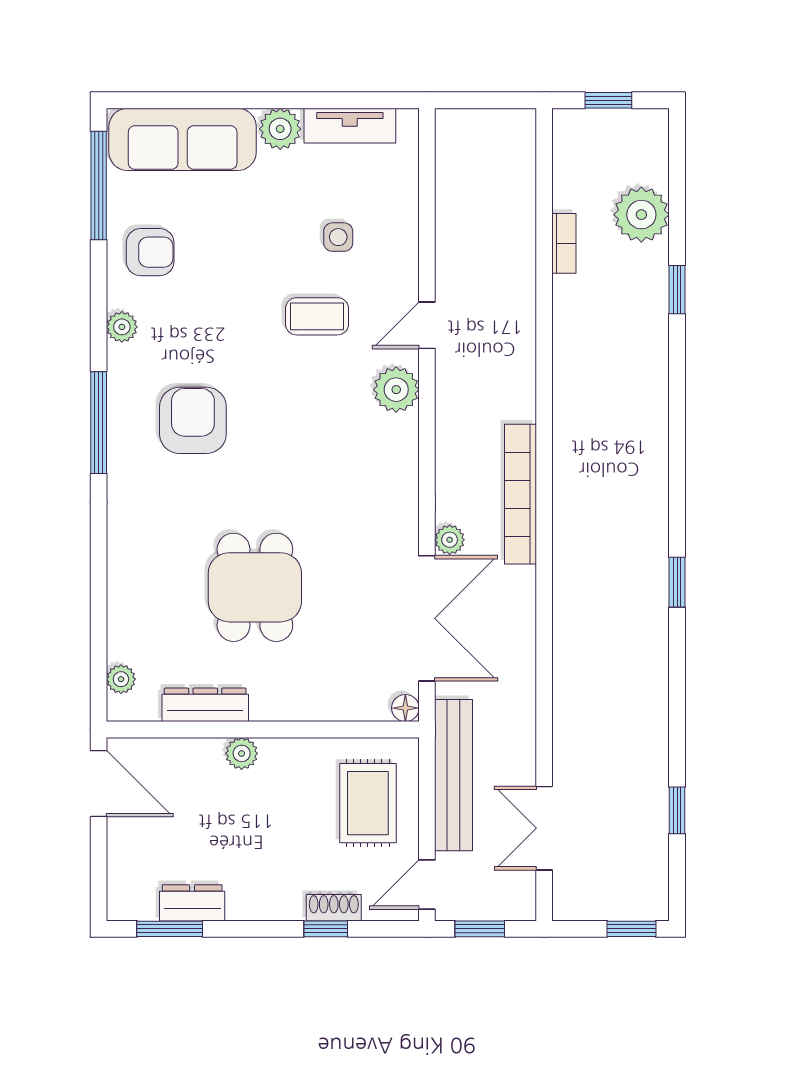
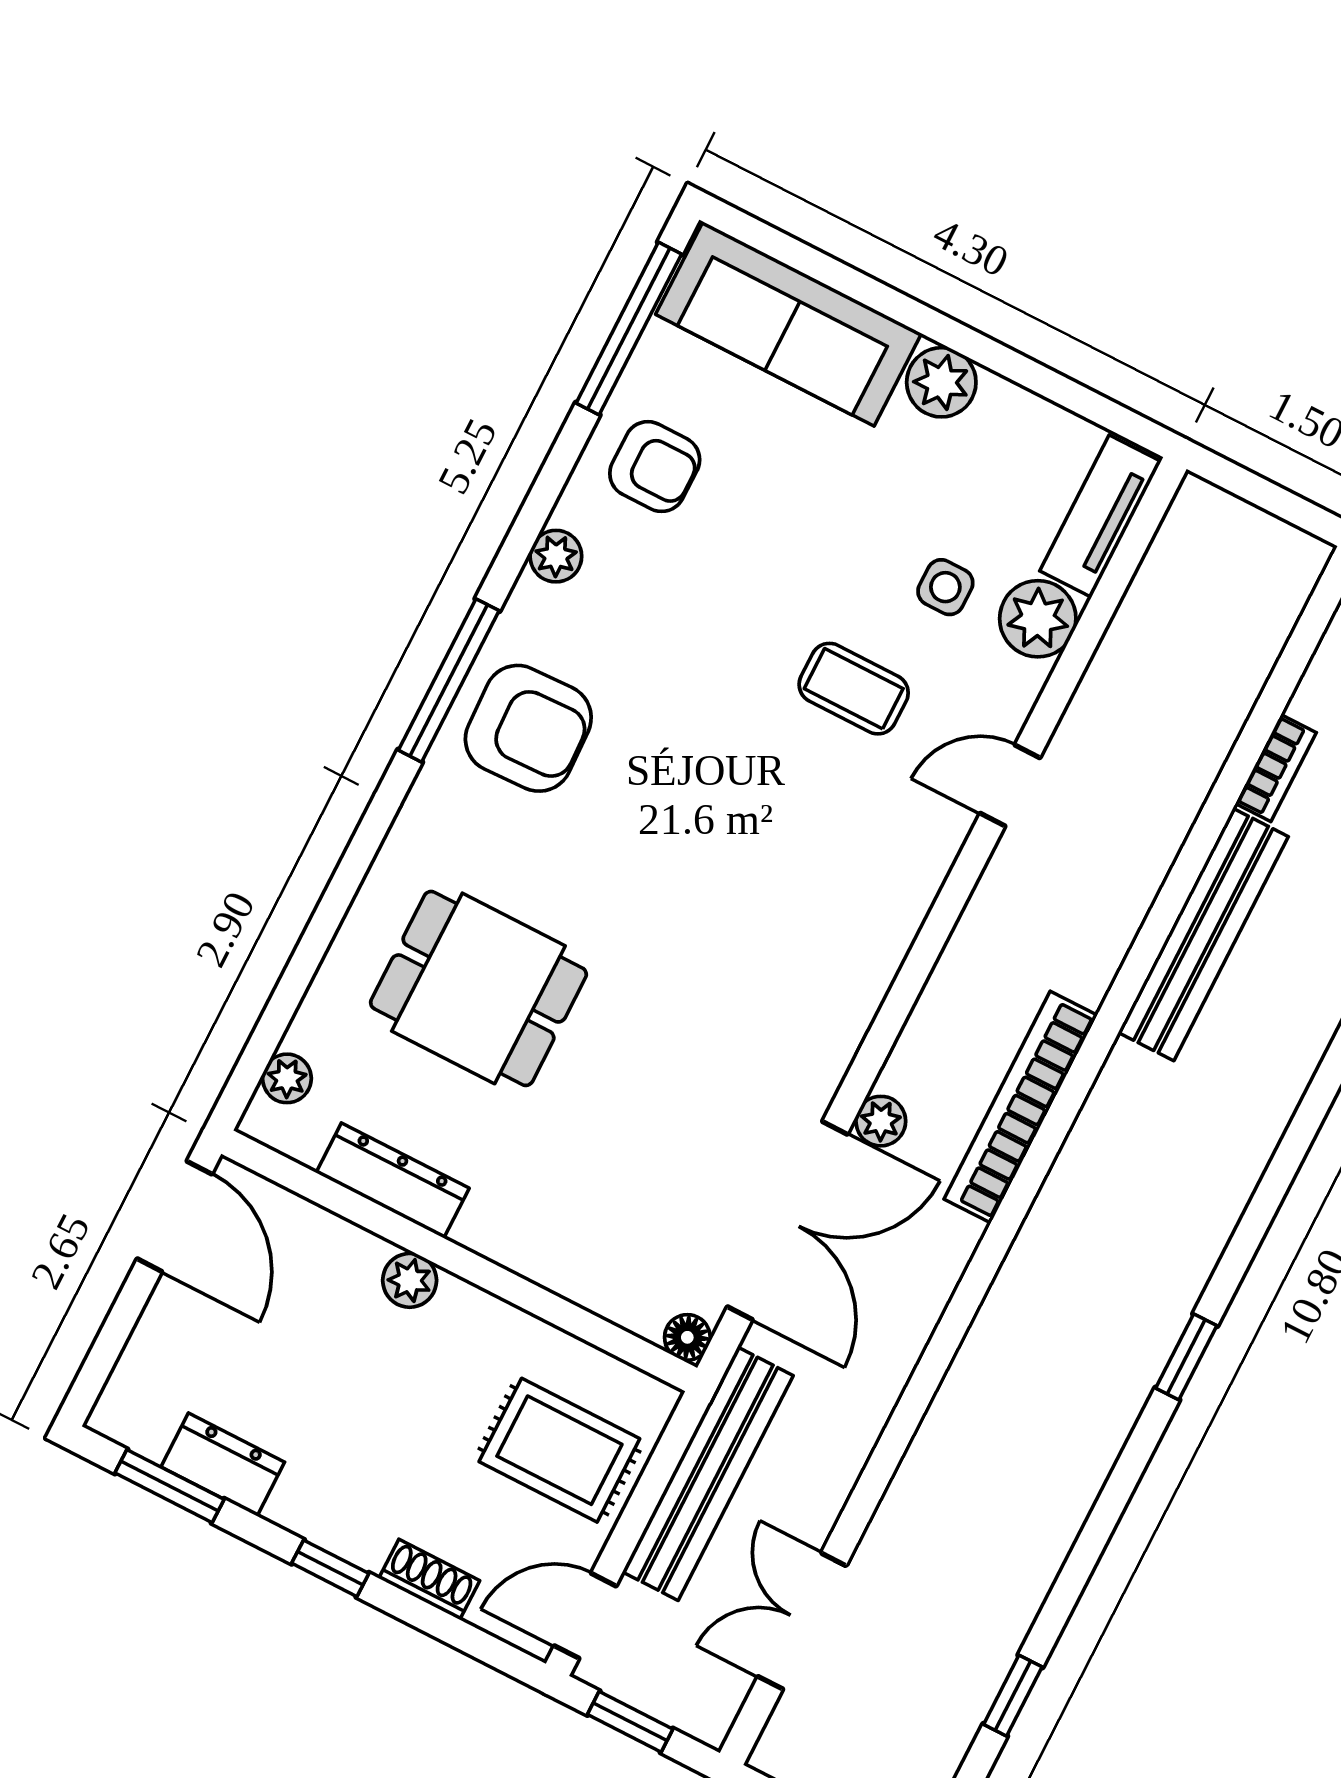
tv unit: (350, 126) -> (1100, 516), moved, turned 90
bench: (571, 352) -> (1203, 934), added
plant: (396, 390) -> (1038, 619), moved
armchair: (193, 420) -> (528, 728), moved, turned 88
dining table: (255, 587) -> (478, 988), moved, turned 90
rug: (368, 803) -> (559, 1450), turned 90
window: (326, 929) -> (330, 1568), moved

